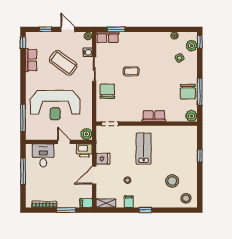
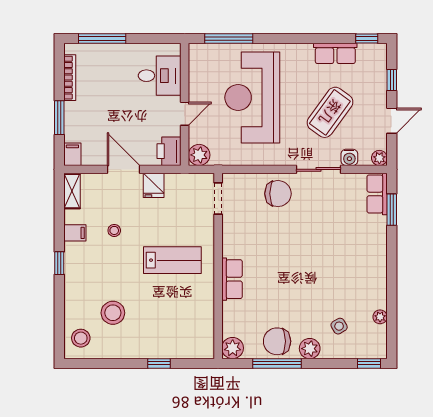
plant: (192, 46) -> (310, 349), moved
coffee table: (131, 71) -> (314, 237), removed
window: (23, 171) -> (102, 38), moved

